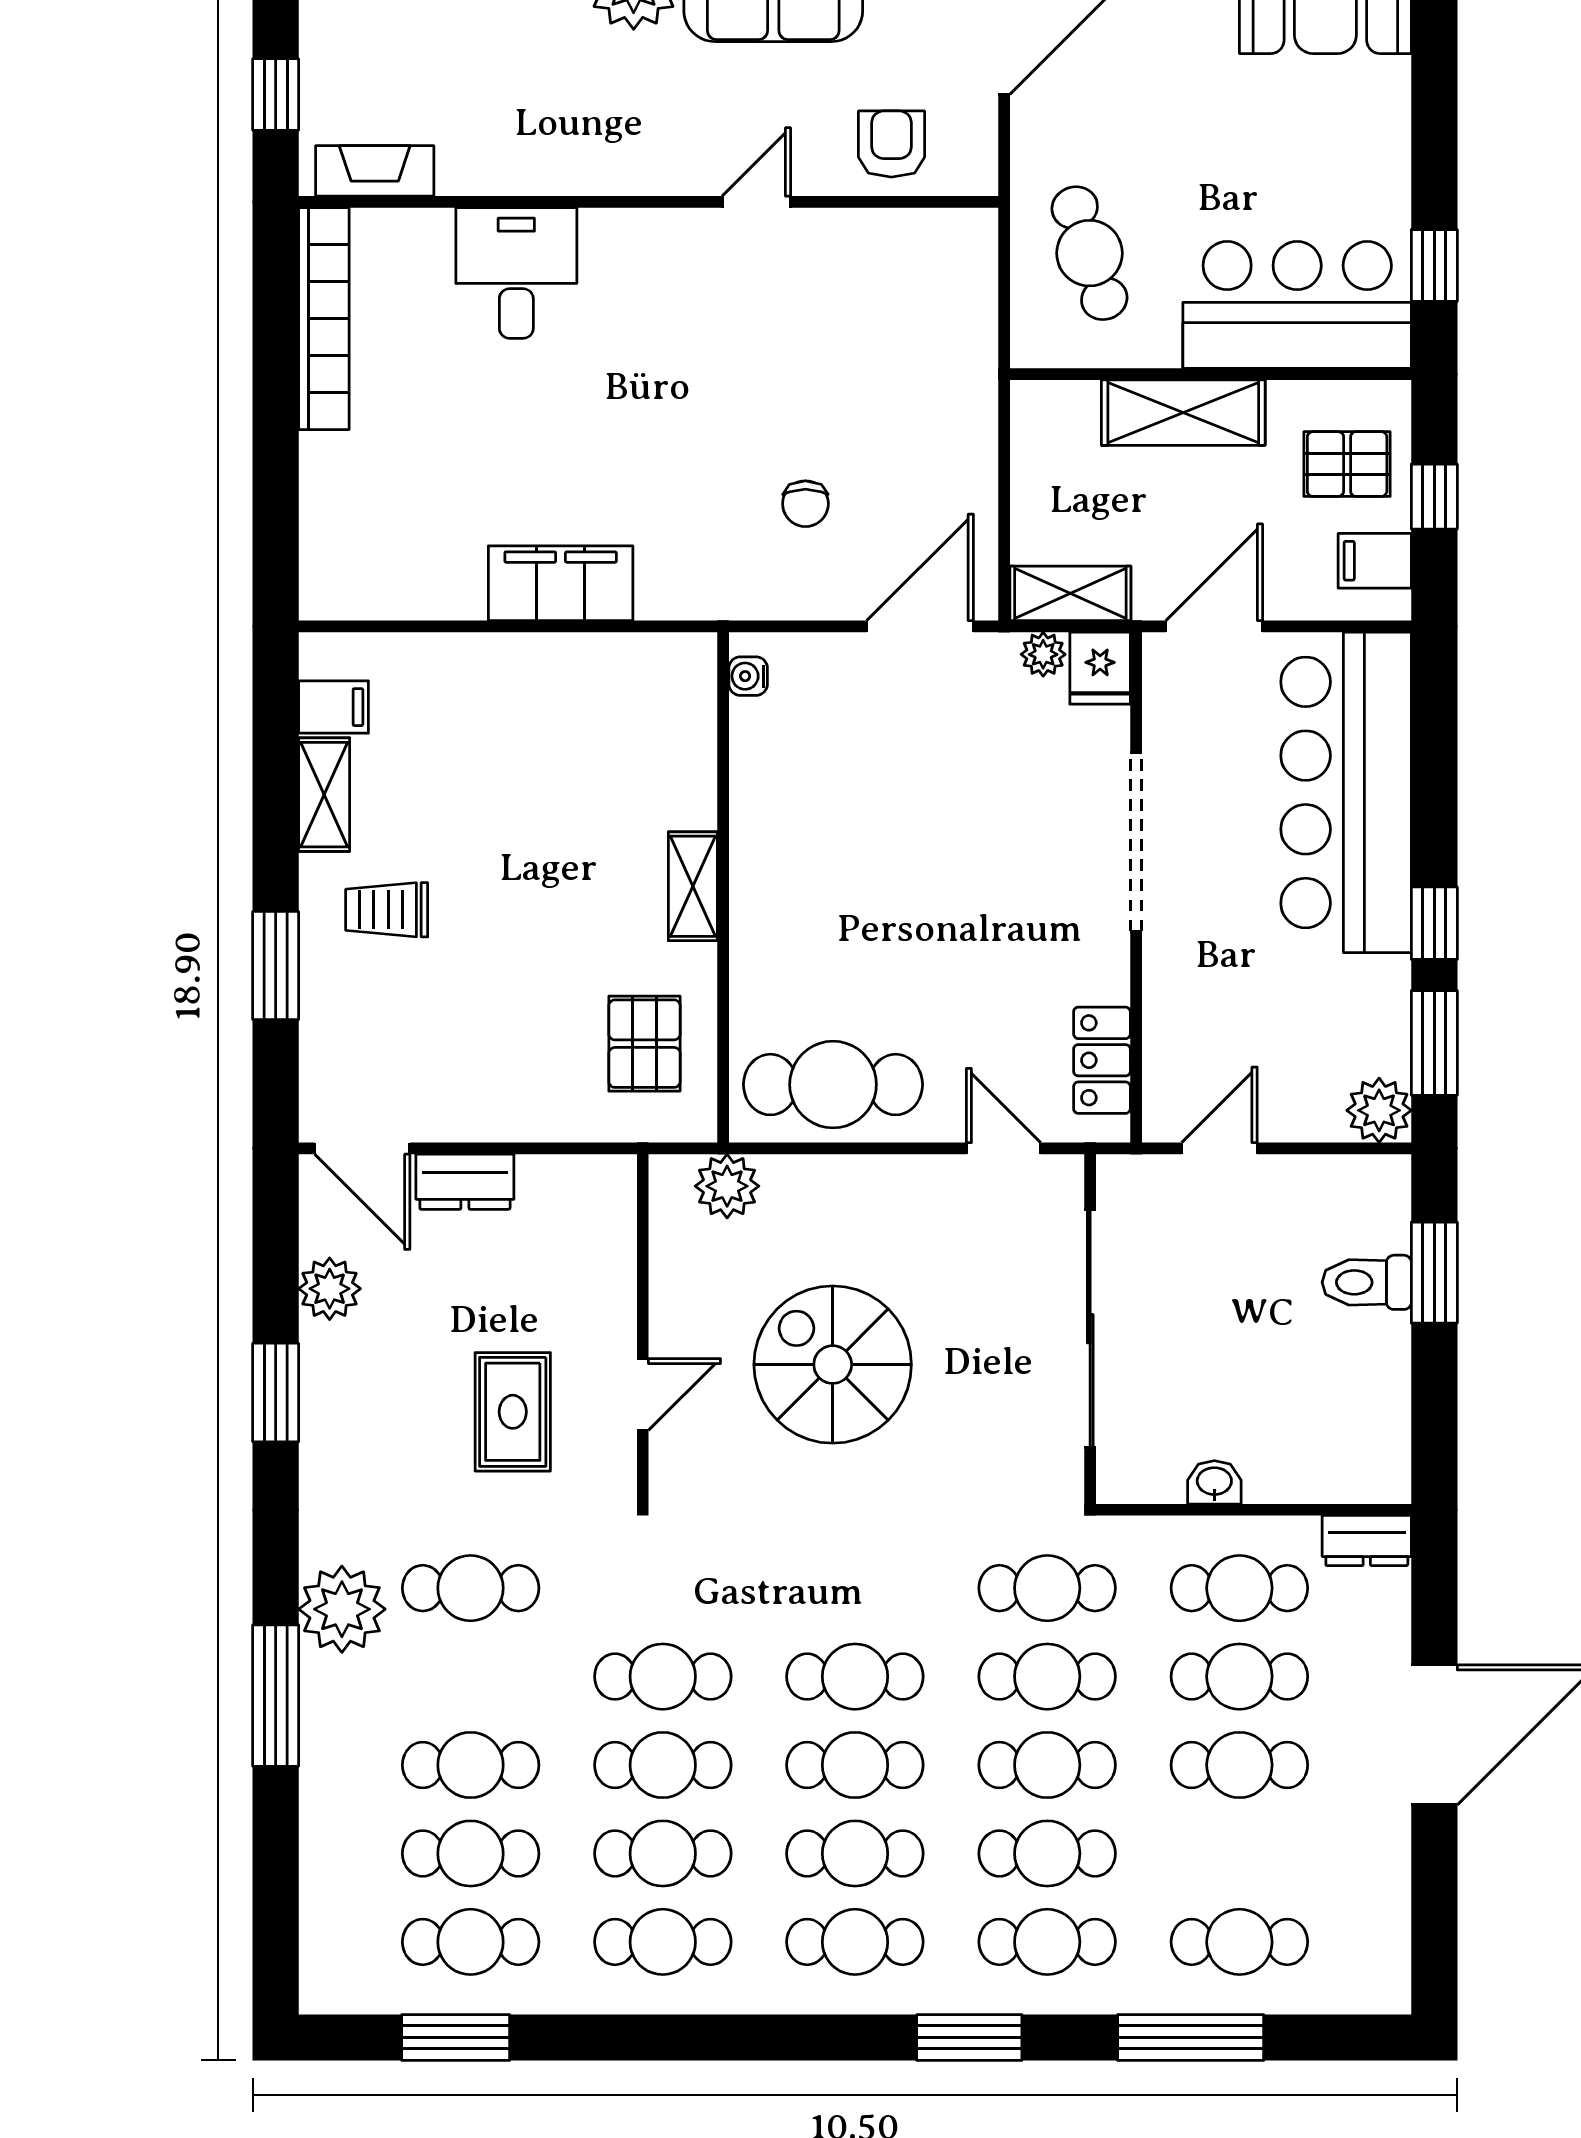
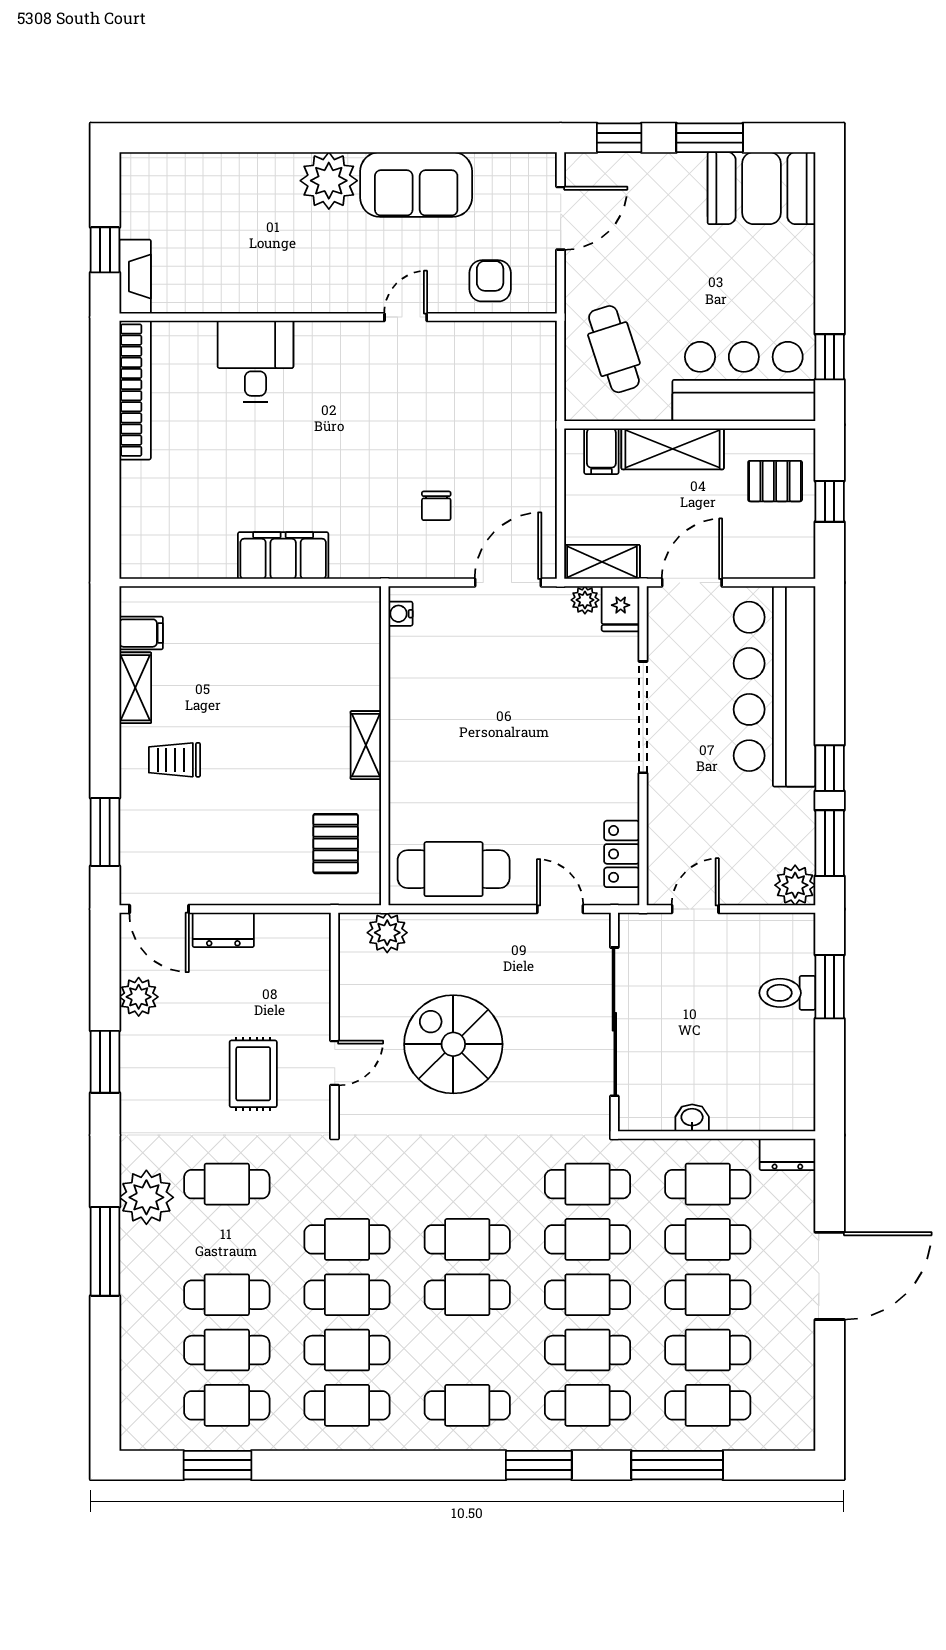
fireplace: (375, 171) -> (135, 277), moved, turned 90
filing cabinet: (1375, 561) -> (601, 451), moved, turned -90
window: (276, 966) -> (105, 832), moved
cafe table: (855, 1853) -> (708, 1350), moved

